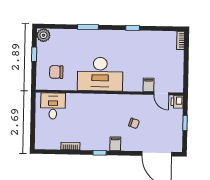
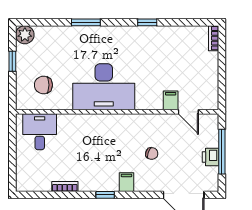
printer: (177, 102) -> (211, 157), moved
window: (185, 123) -> (222, 152), width x2.17

